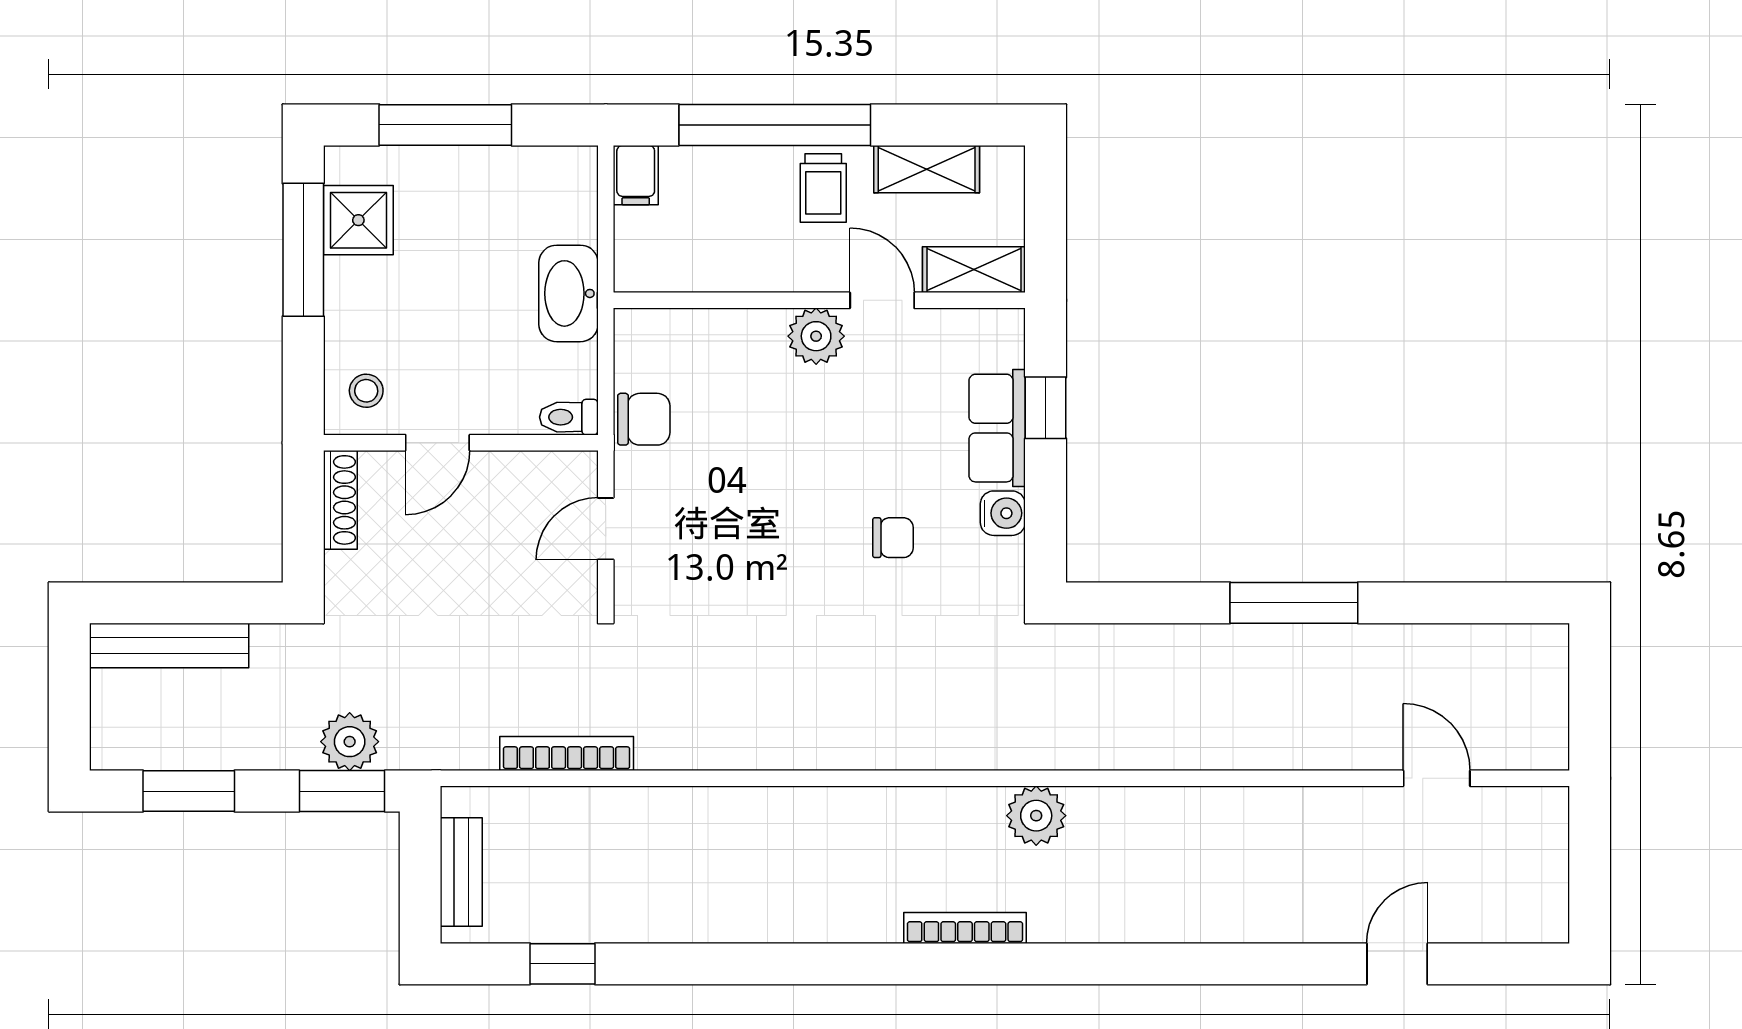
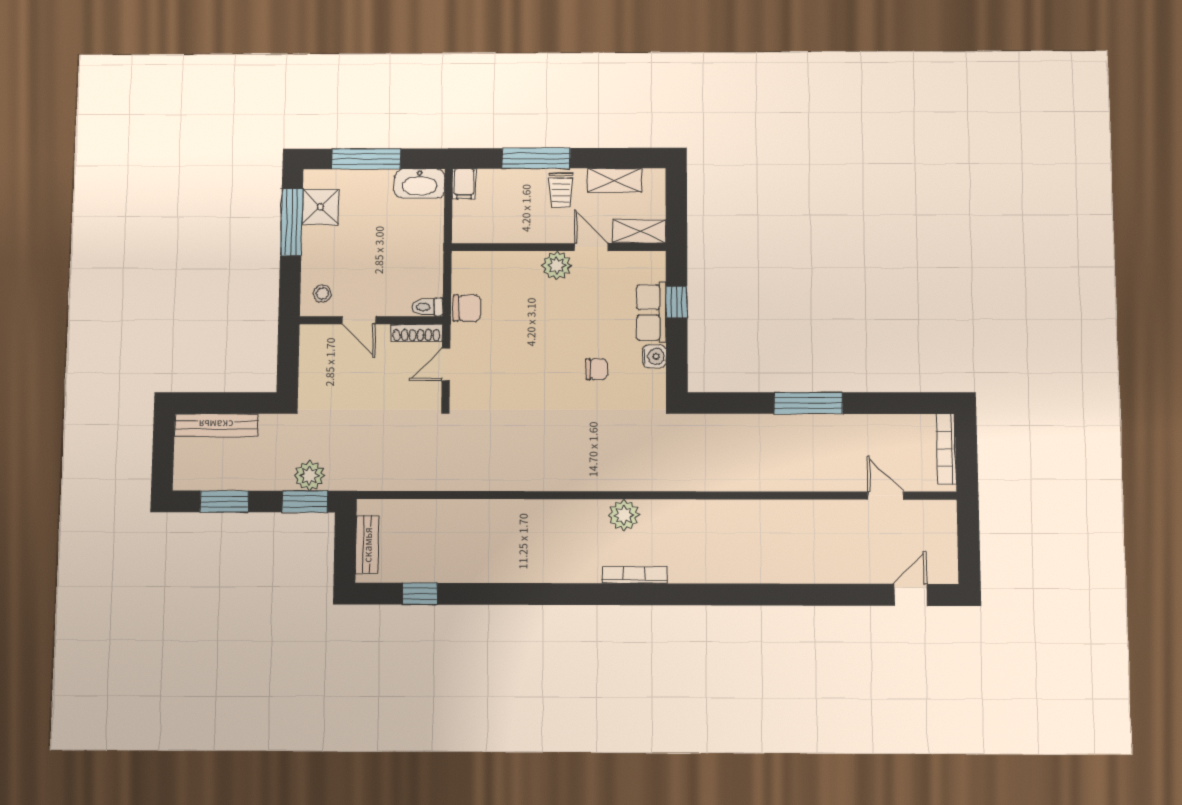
window: (775, 125) -> (536, 158), width x0.68
washbasin: (569, 293) -> (420, 184), moved, turned -90
door: (437, 443) -> (359, 320), hinge flipped
shoe rack: (340, 500) -> (417, 333), moved, turned 90
bookcase: (567, 754) -> (946, 449), moved, turned -90
plant: (1036, 816) -> (624, 515), moved
door: (1397, 964) -> (911, 595), moved

